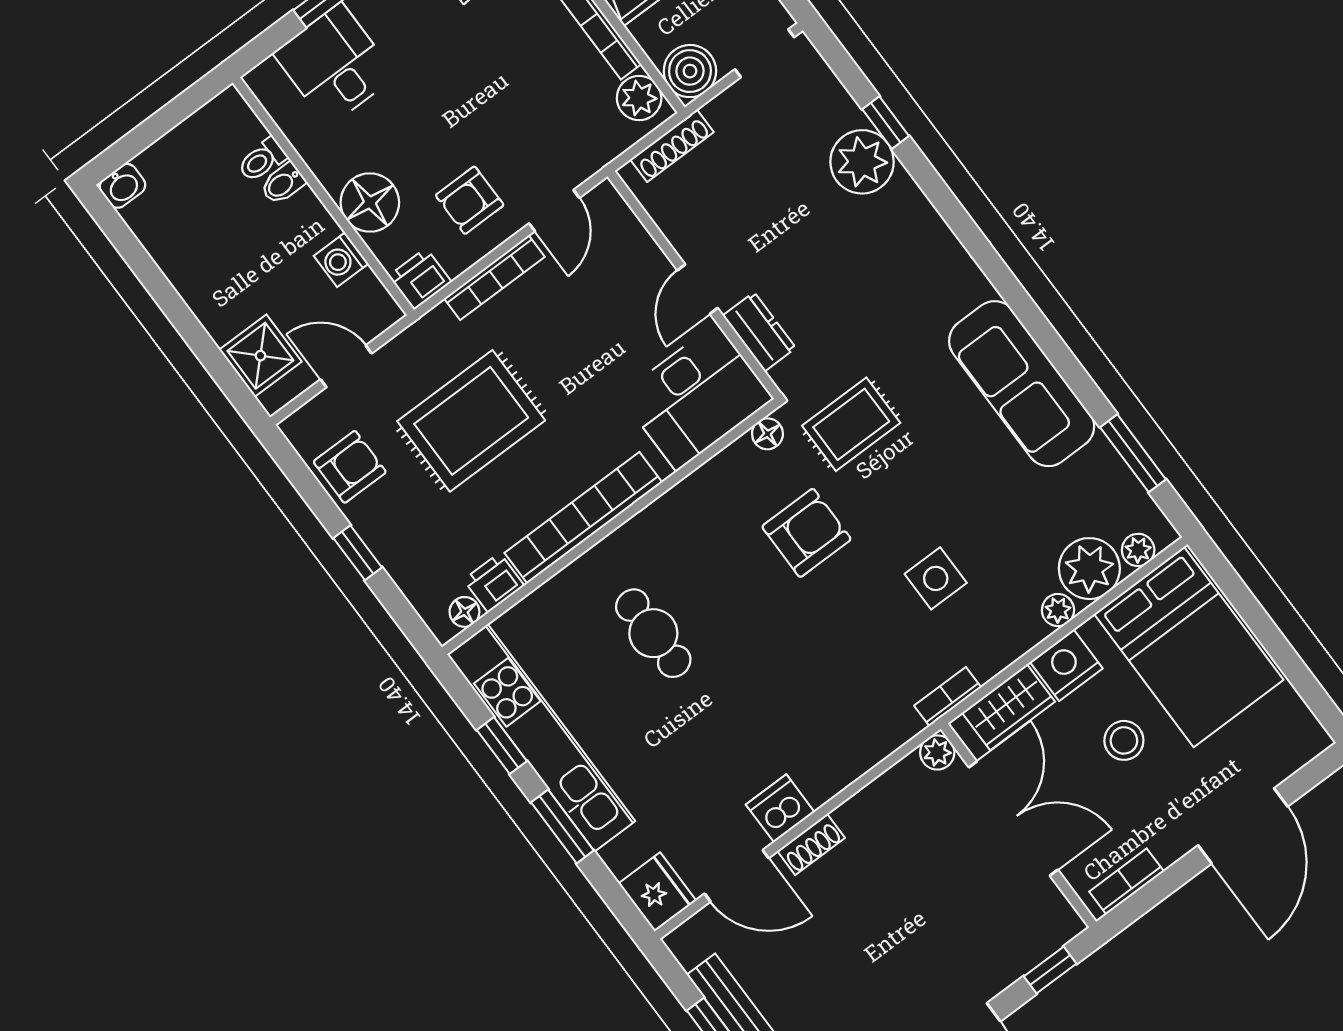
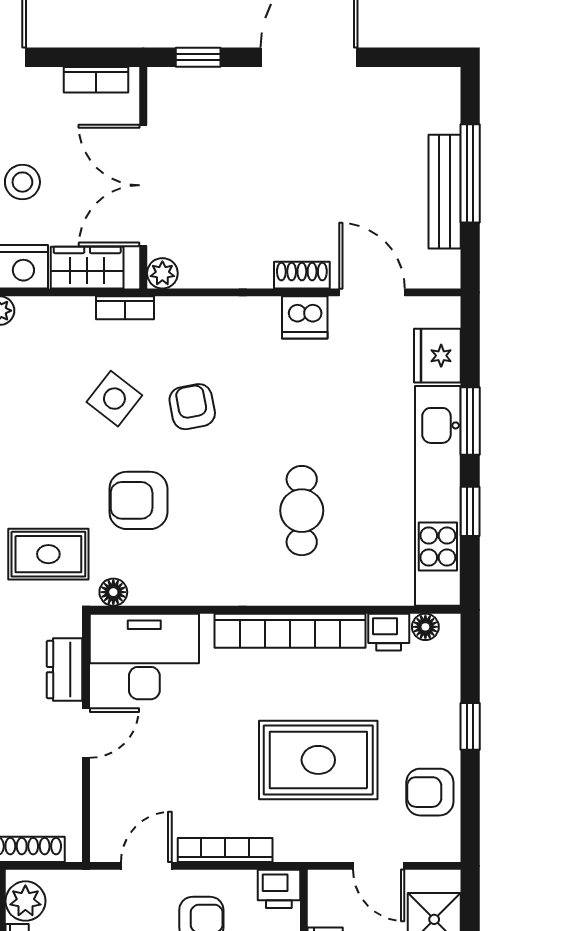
side table: (936, 578) -> (114, 399), moved, turned 38
armchair: (821, 653) -> (192, 407), added
fridge: (657, 892) -> (437, 356), moved

